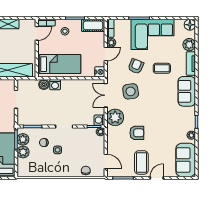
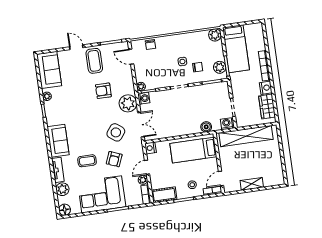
washing machine: (55, 85) -> (226, 124), moved
side table: (131, 91) -> (116, 132), turned 45
plant: (23, 152) -> (215, 35), moved
door: (157, 178) -> (76, 47), swing flipped

